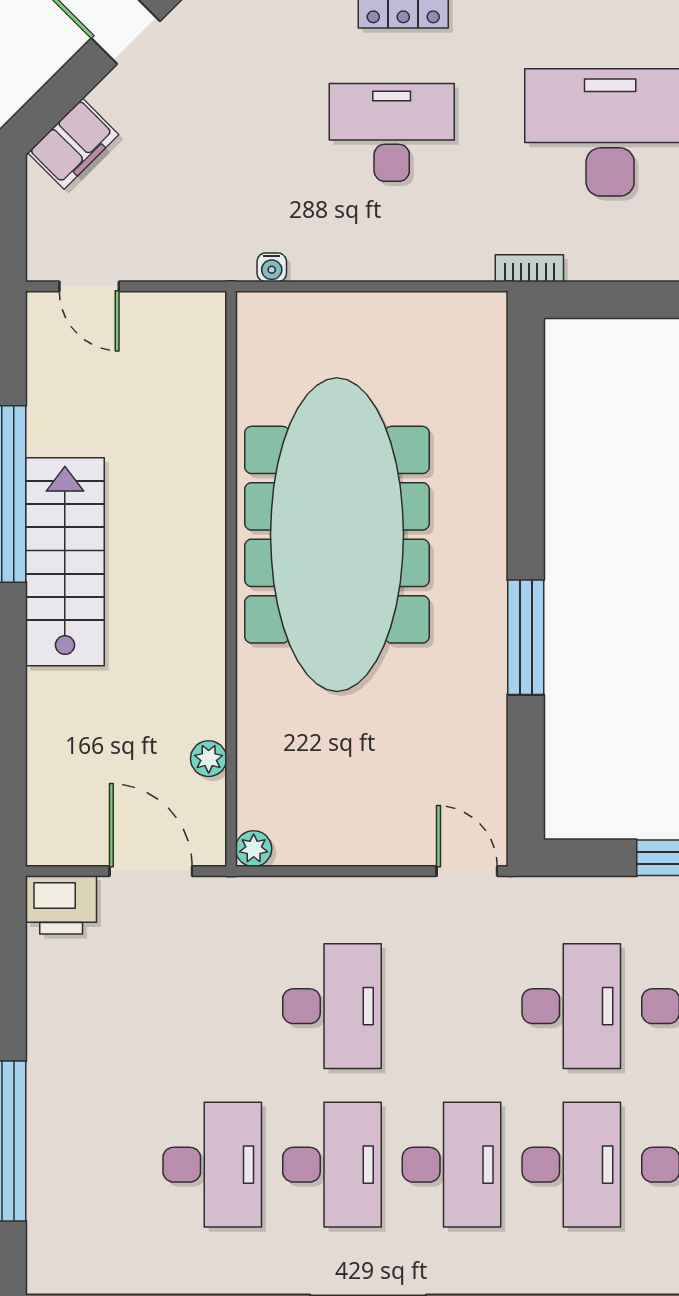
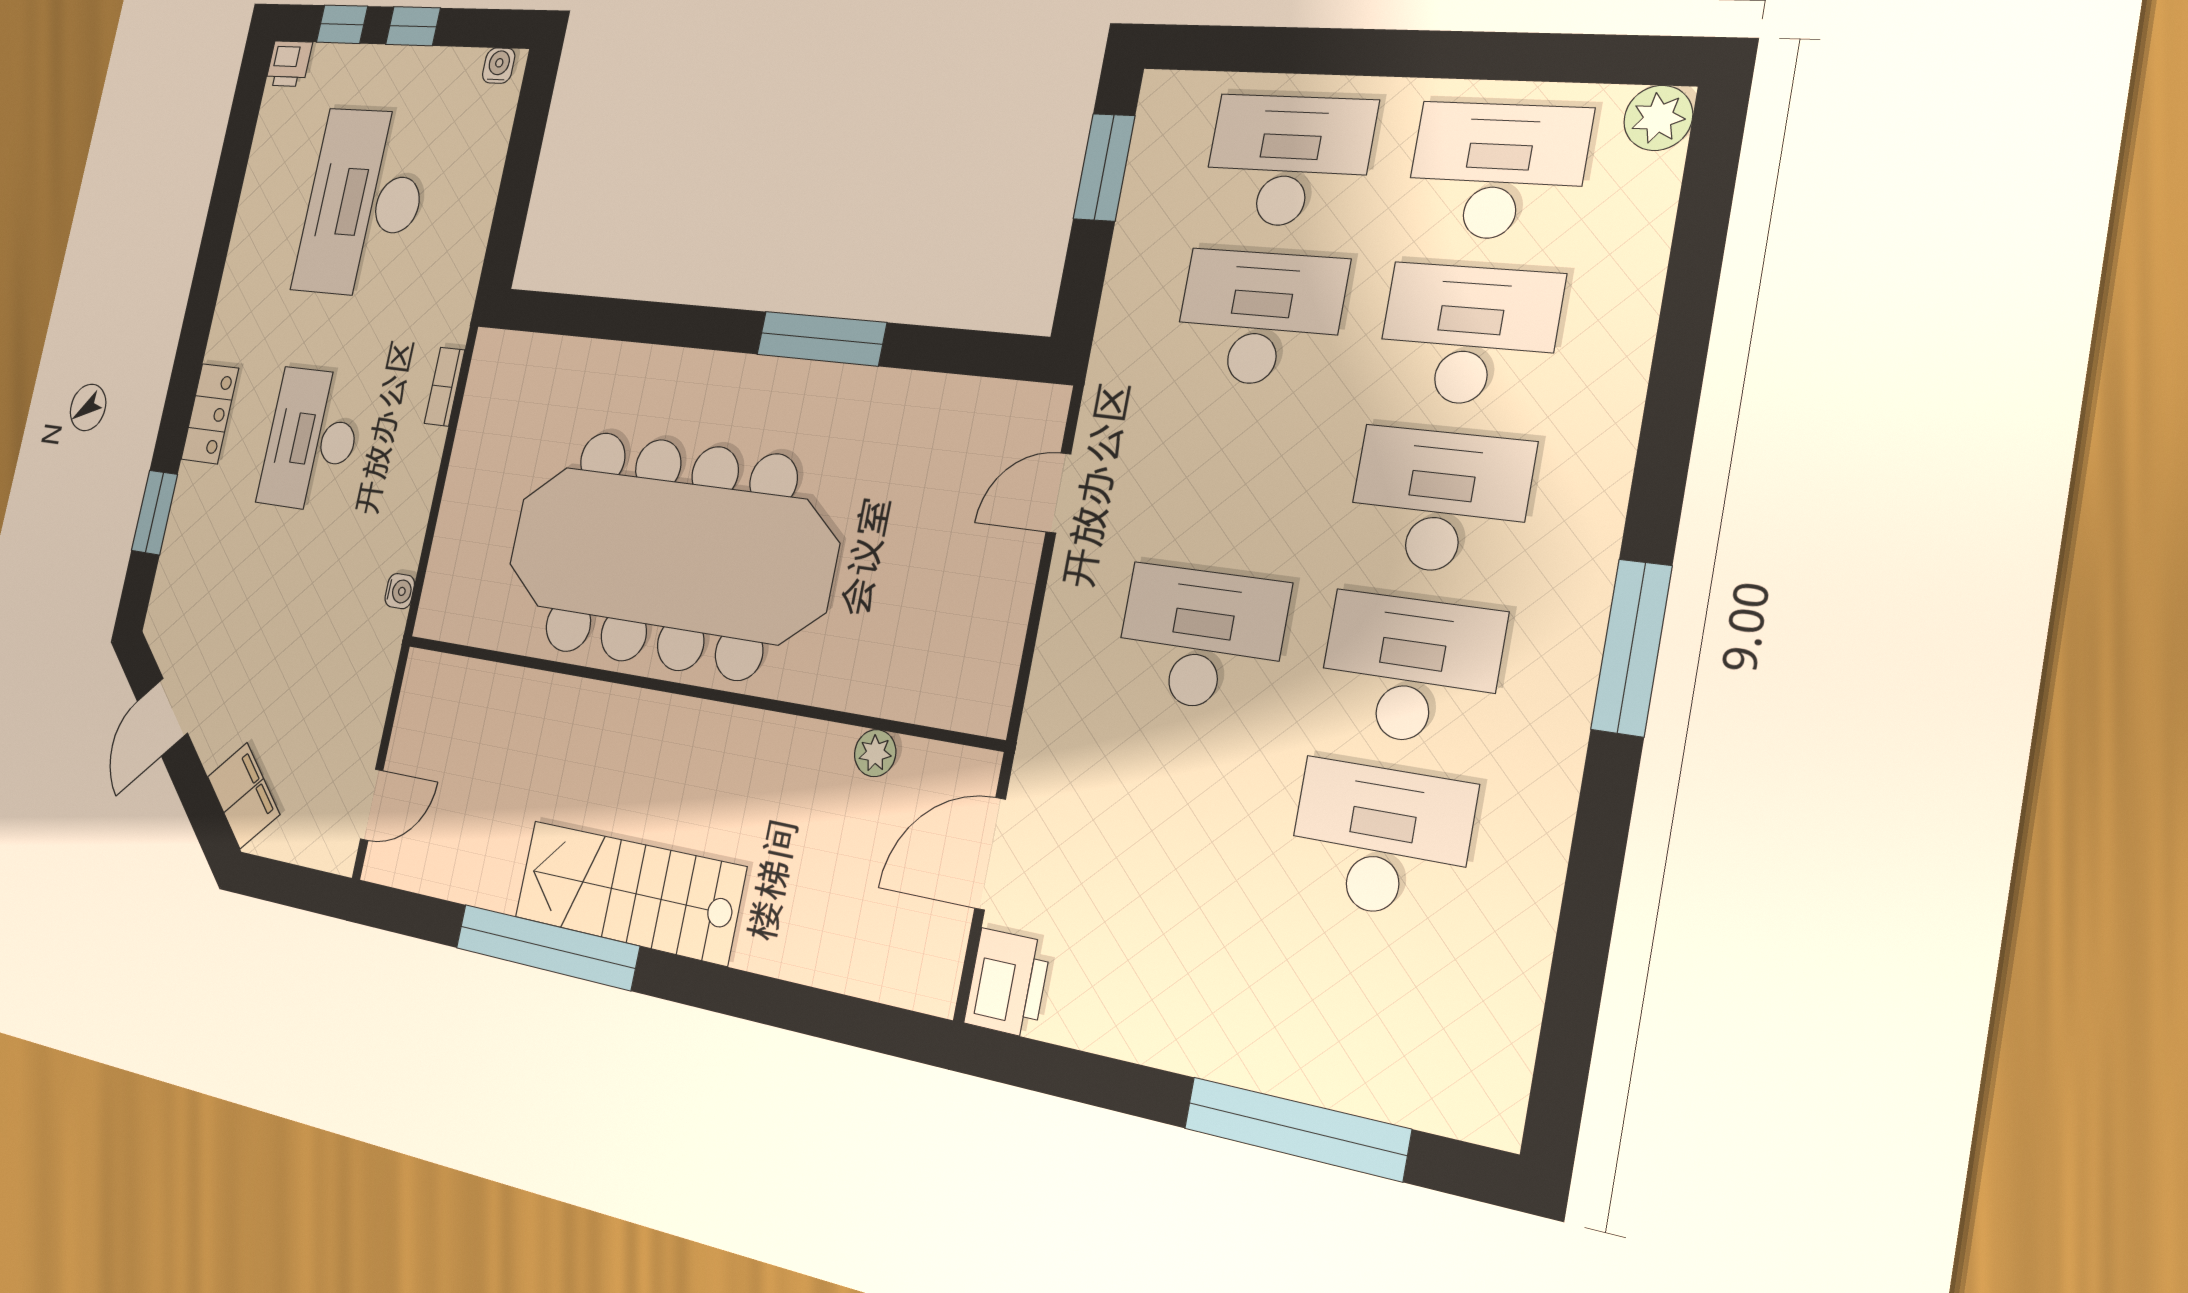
bookcase: (529, 268) -> (445, 387), moved
plant: (254, 849) -> (989, 713), removed
door: (467, 871) -> (1058, 493), moved

